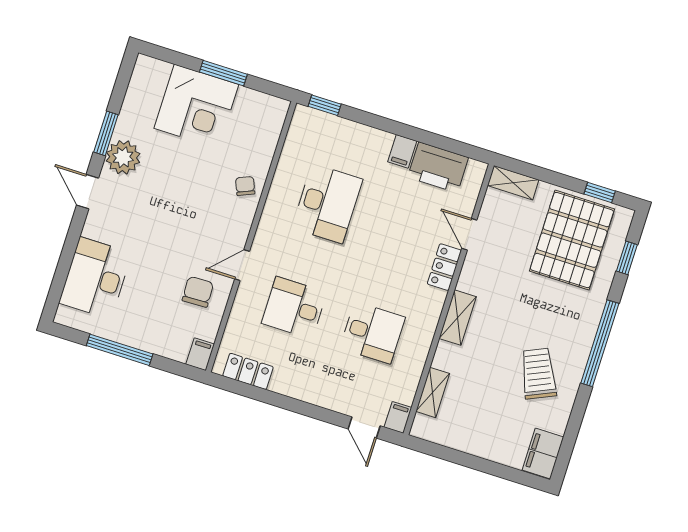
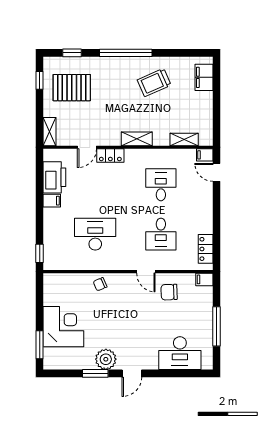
window: (223, 73) -> (40, 345), moved
pallet: (572, 240) -> (72, 88), width x0.73, depth x0.71
door: (364, 427) -> (217, 172), swing flipped
filing cabinet: (543, 453) -> (204, 77), moved, turned 90

